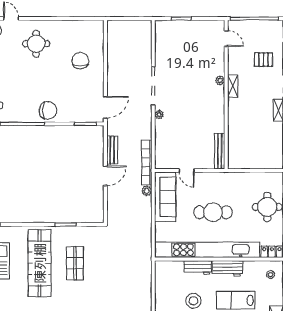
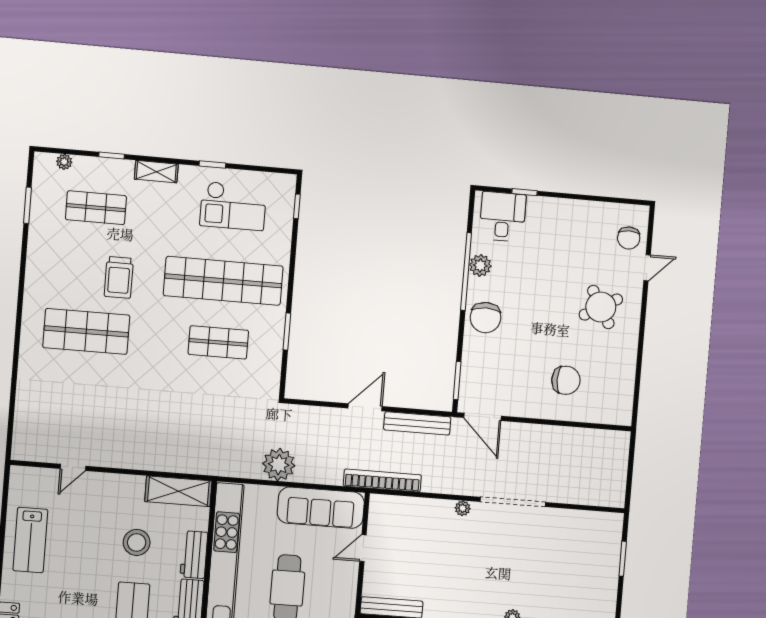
round table: (36, 44) -> (601, 307), turned -30
plant: (18, 116) -> (480, 265), added
bench: (112, 150) -> (417, 423), width x1.36
door: (105, 176) -> (365, 407), swing flipped
plant: (147, 191) -> (279, 465), moved, width x1.87, depth x1.87
shelving: (162, 279) -> (178, 491), added

